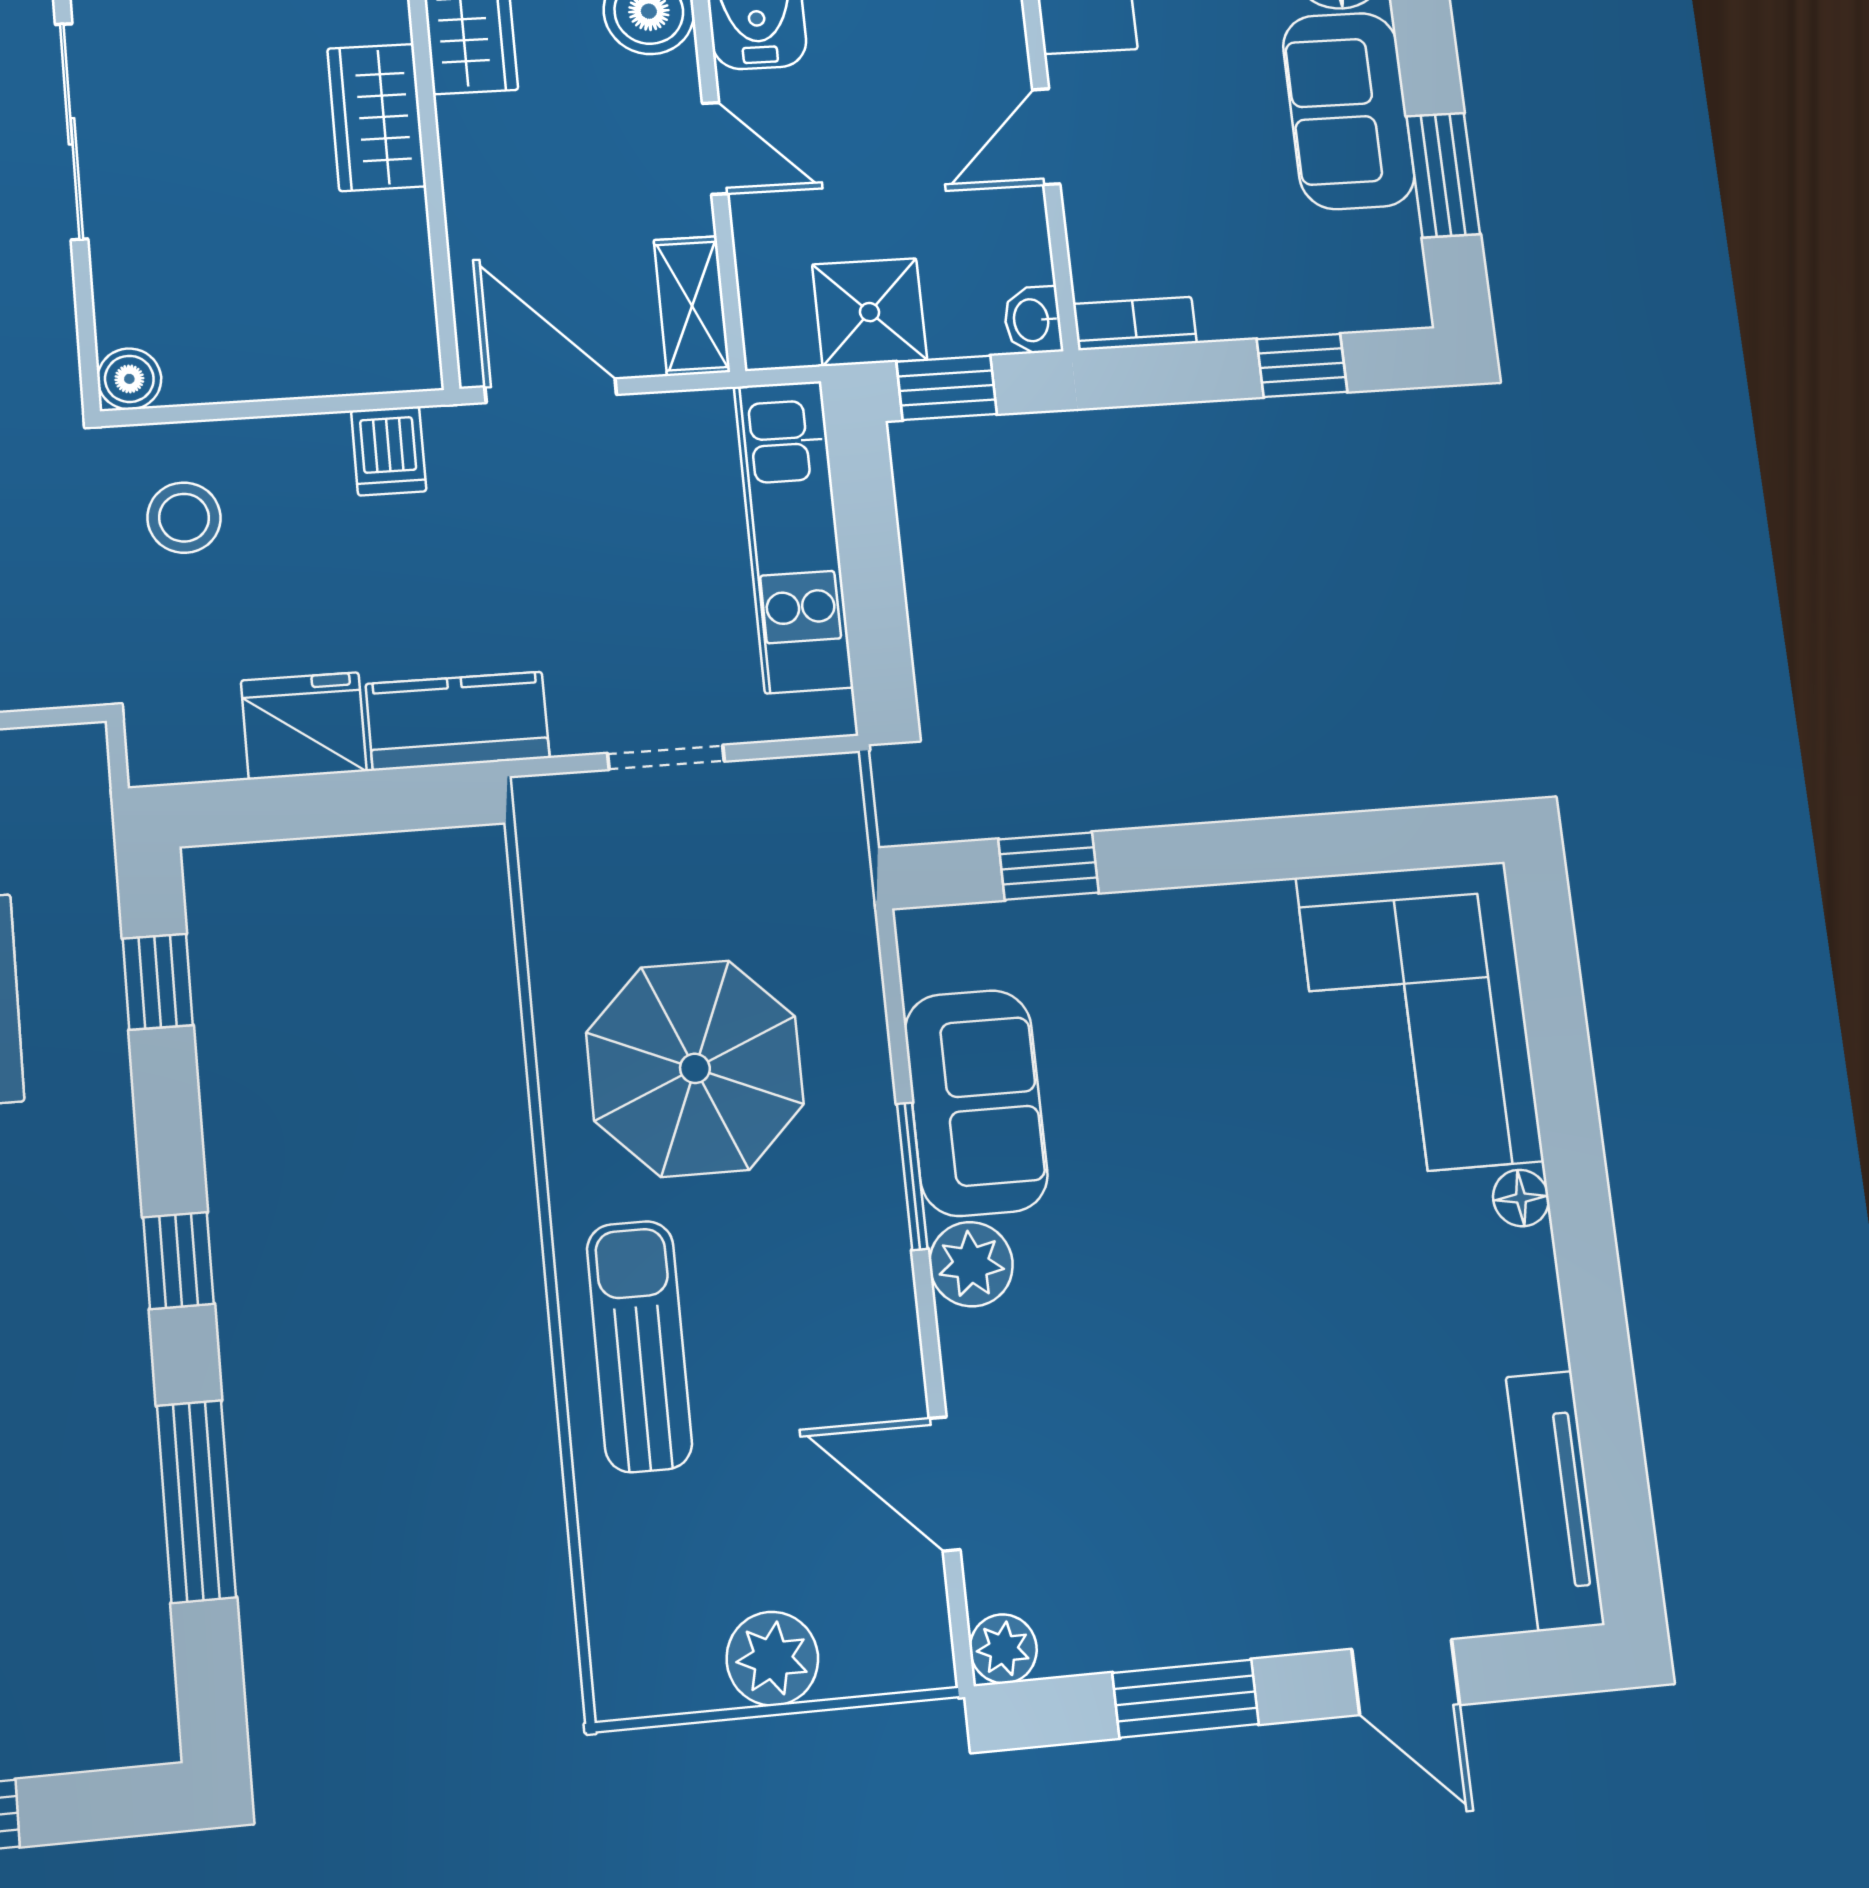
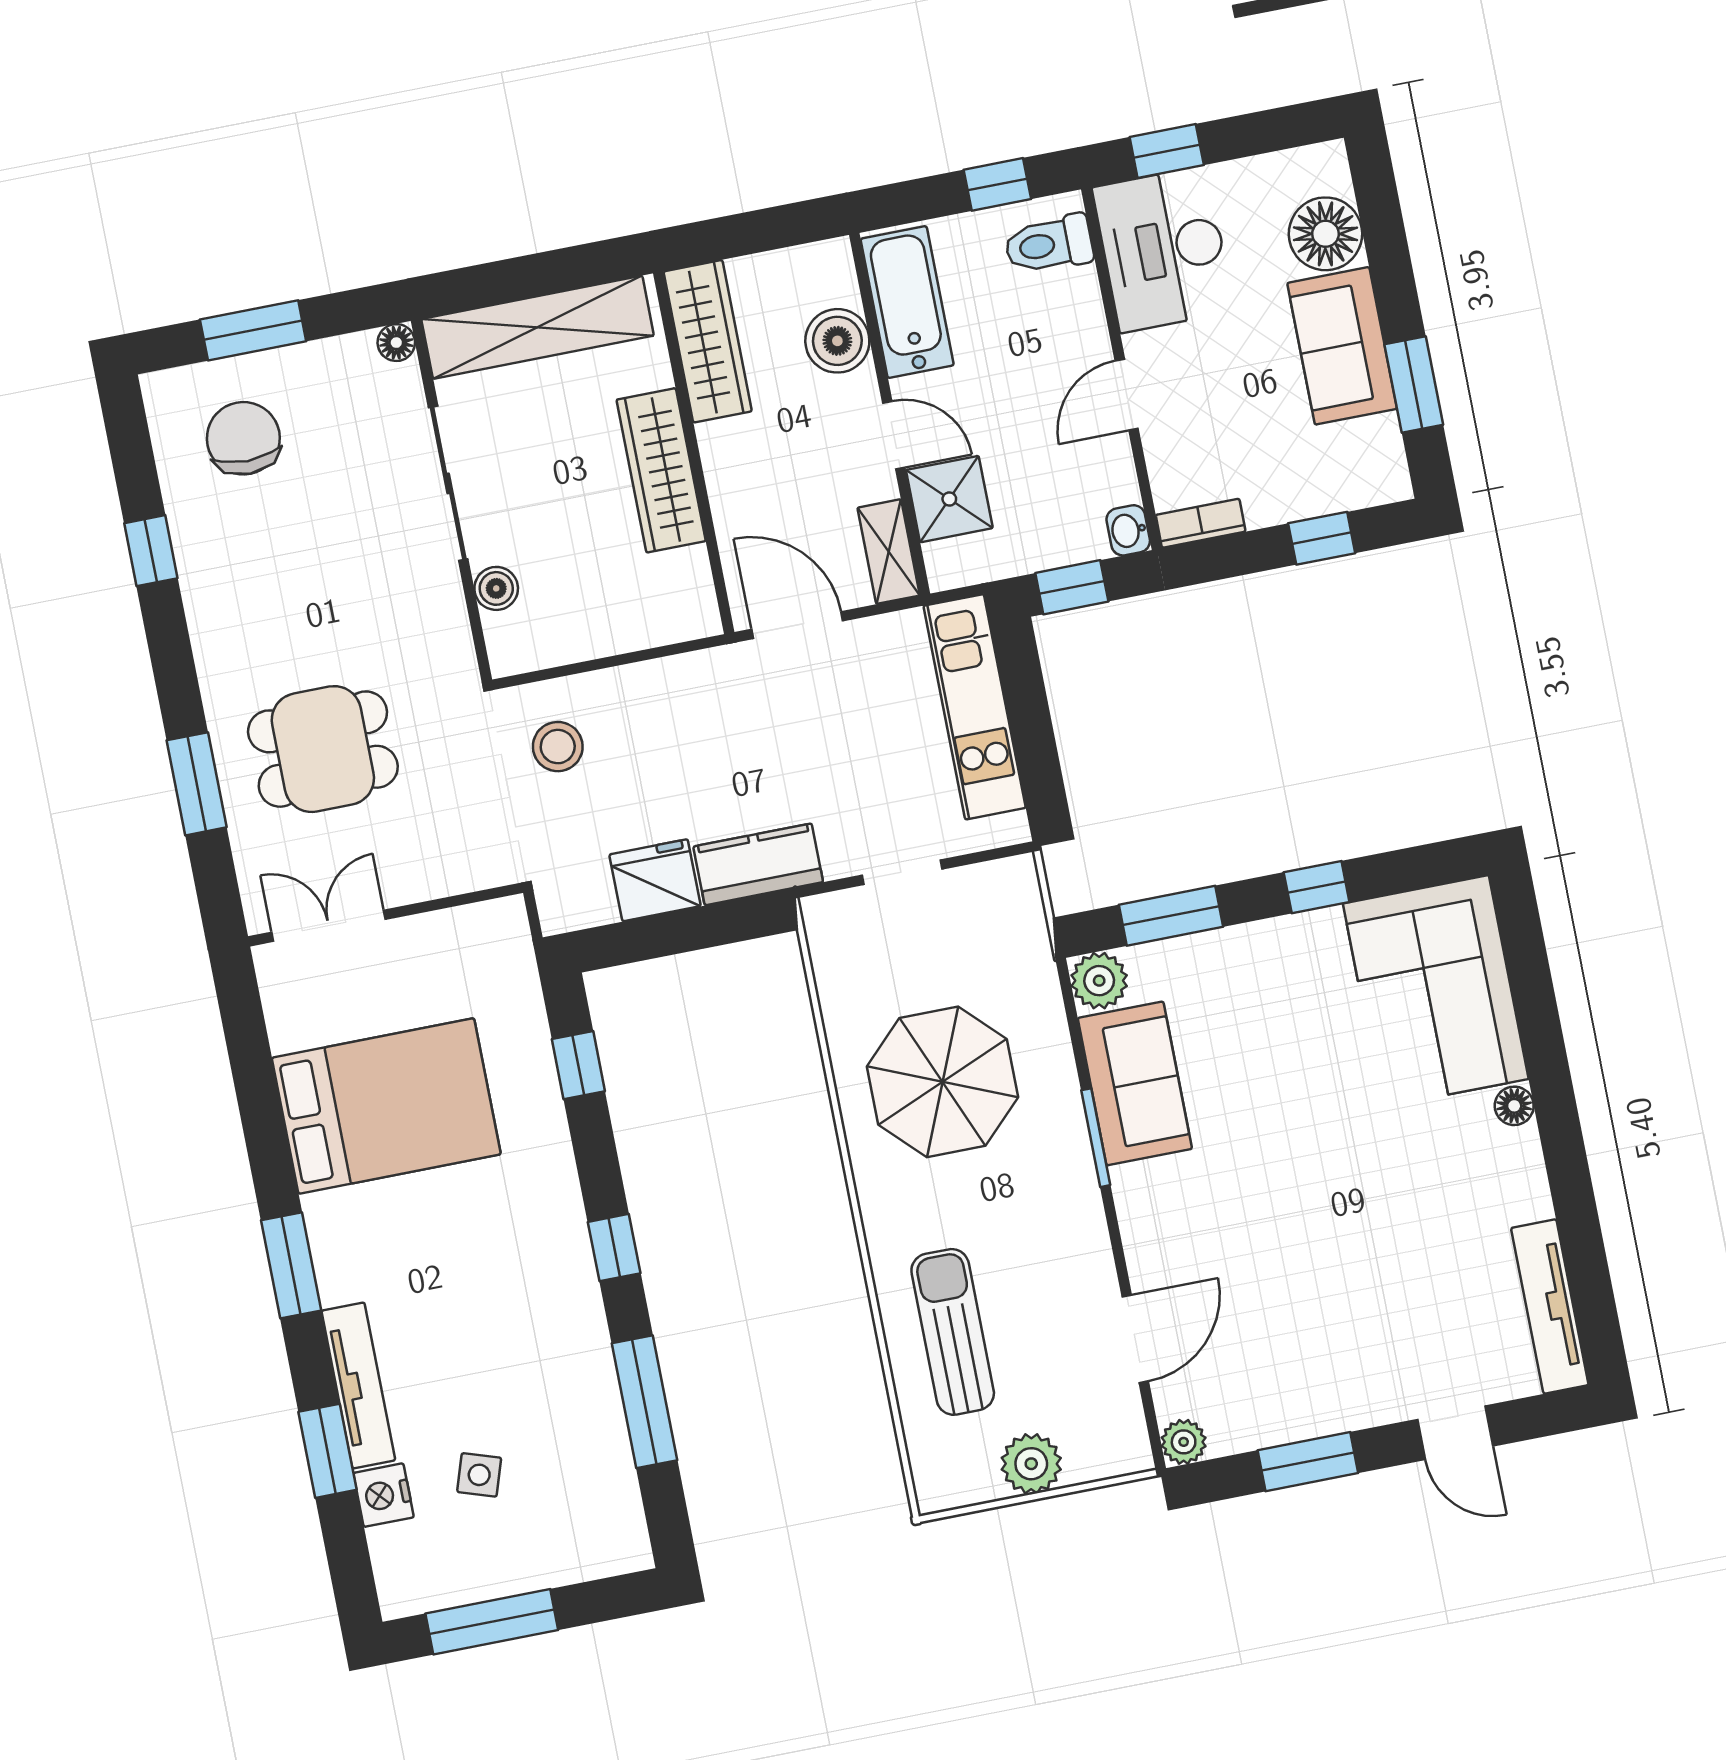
wardrobe: (377, 117) -> (661, 470), width x1.50
shower: (870, 312) -> (949, 499), moved
boiler: (129, 379) -> (496, 588), moved
dishwasher: (389, 451) -> (691, 682), removed
window: (1260, 850) -> (1317, 887), added
window: (1048, 866) -> (1171, 916), width x1.50
plant: (971, 1264) -> (1099, 981), moved
sun lounger: (639, 1346) -> (953, 1332), moved
door: (945, 1484) -> (1135, 1339), swing flipped

